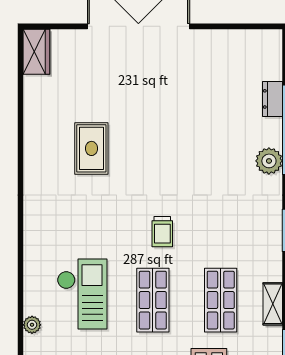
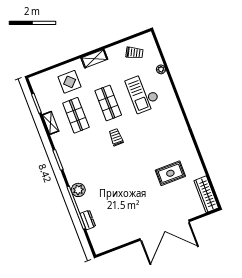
wardrobe: (36, 52) -> (206, 194), width x1.50
rug: (91, 148) -> (170, 173), moved, turned 90

